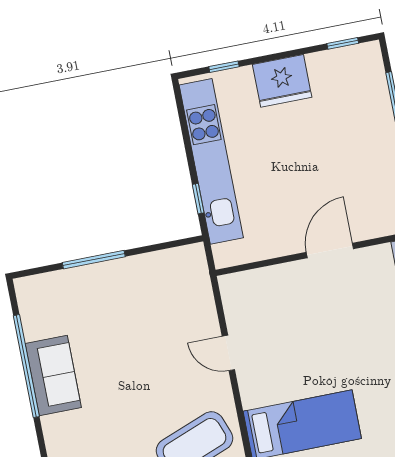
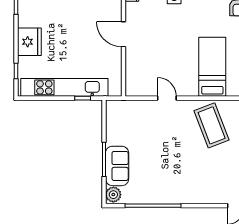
plant: (32, 289) -> (113, 195), added
door: (228, 353) -> (167, 98), swing flipped
sofa: (53, 375) -> (117, 166), moved, turned 90

